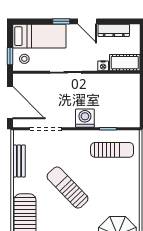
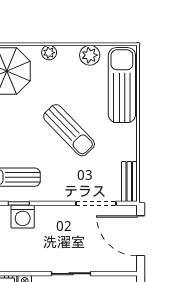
washing machine: (85, 118) -> (23, 217), moved
bench: (19, 161) -> (129, 181), moved

